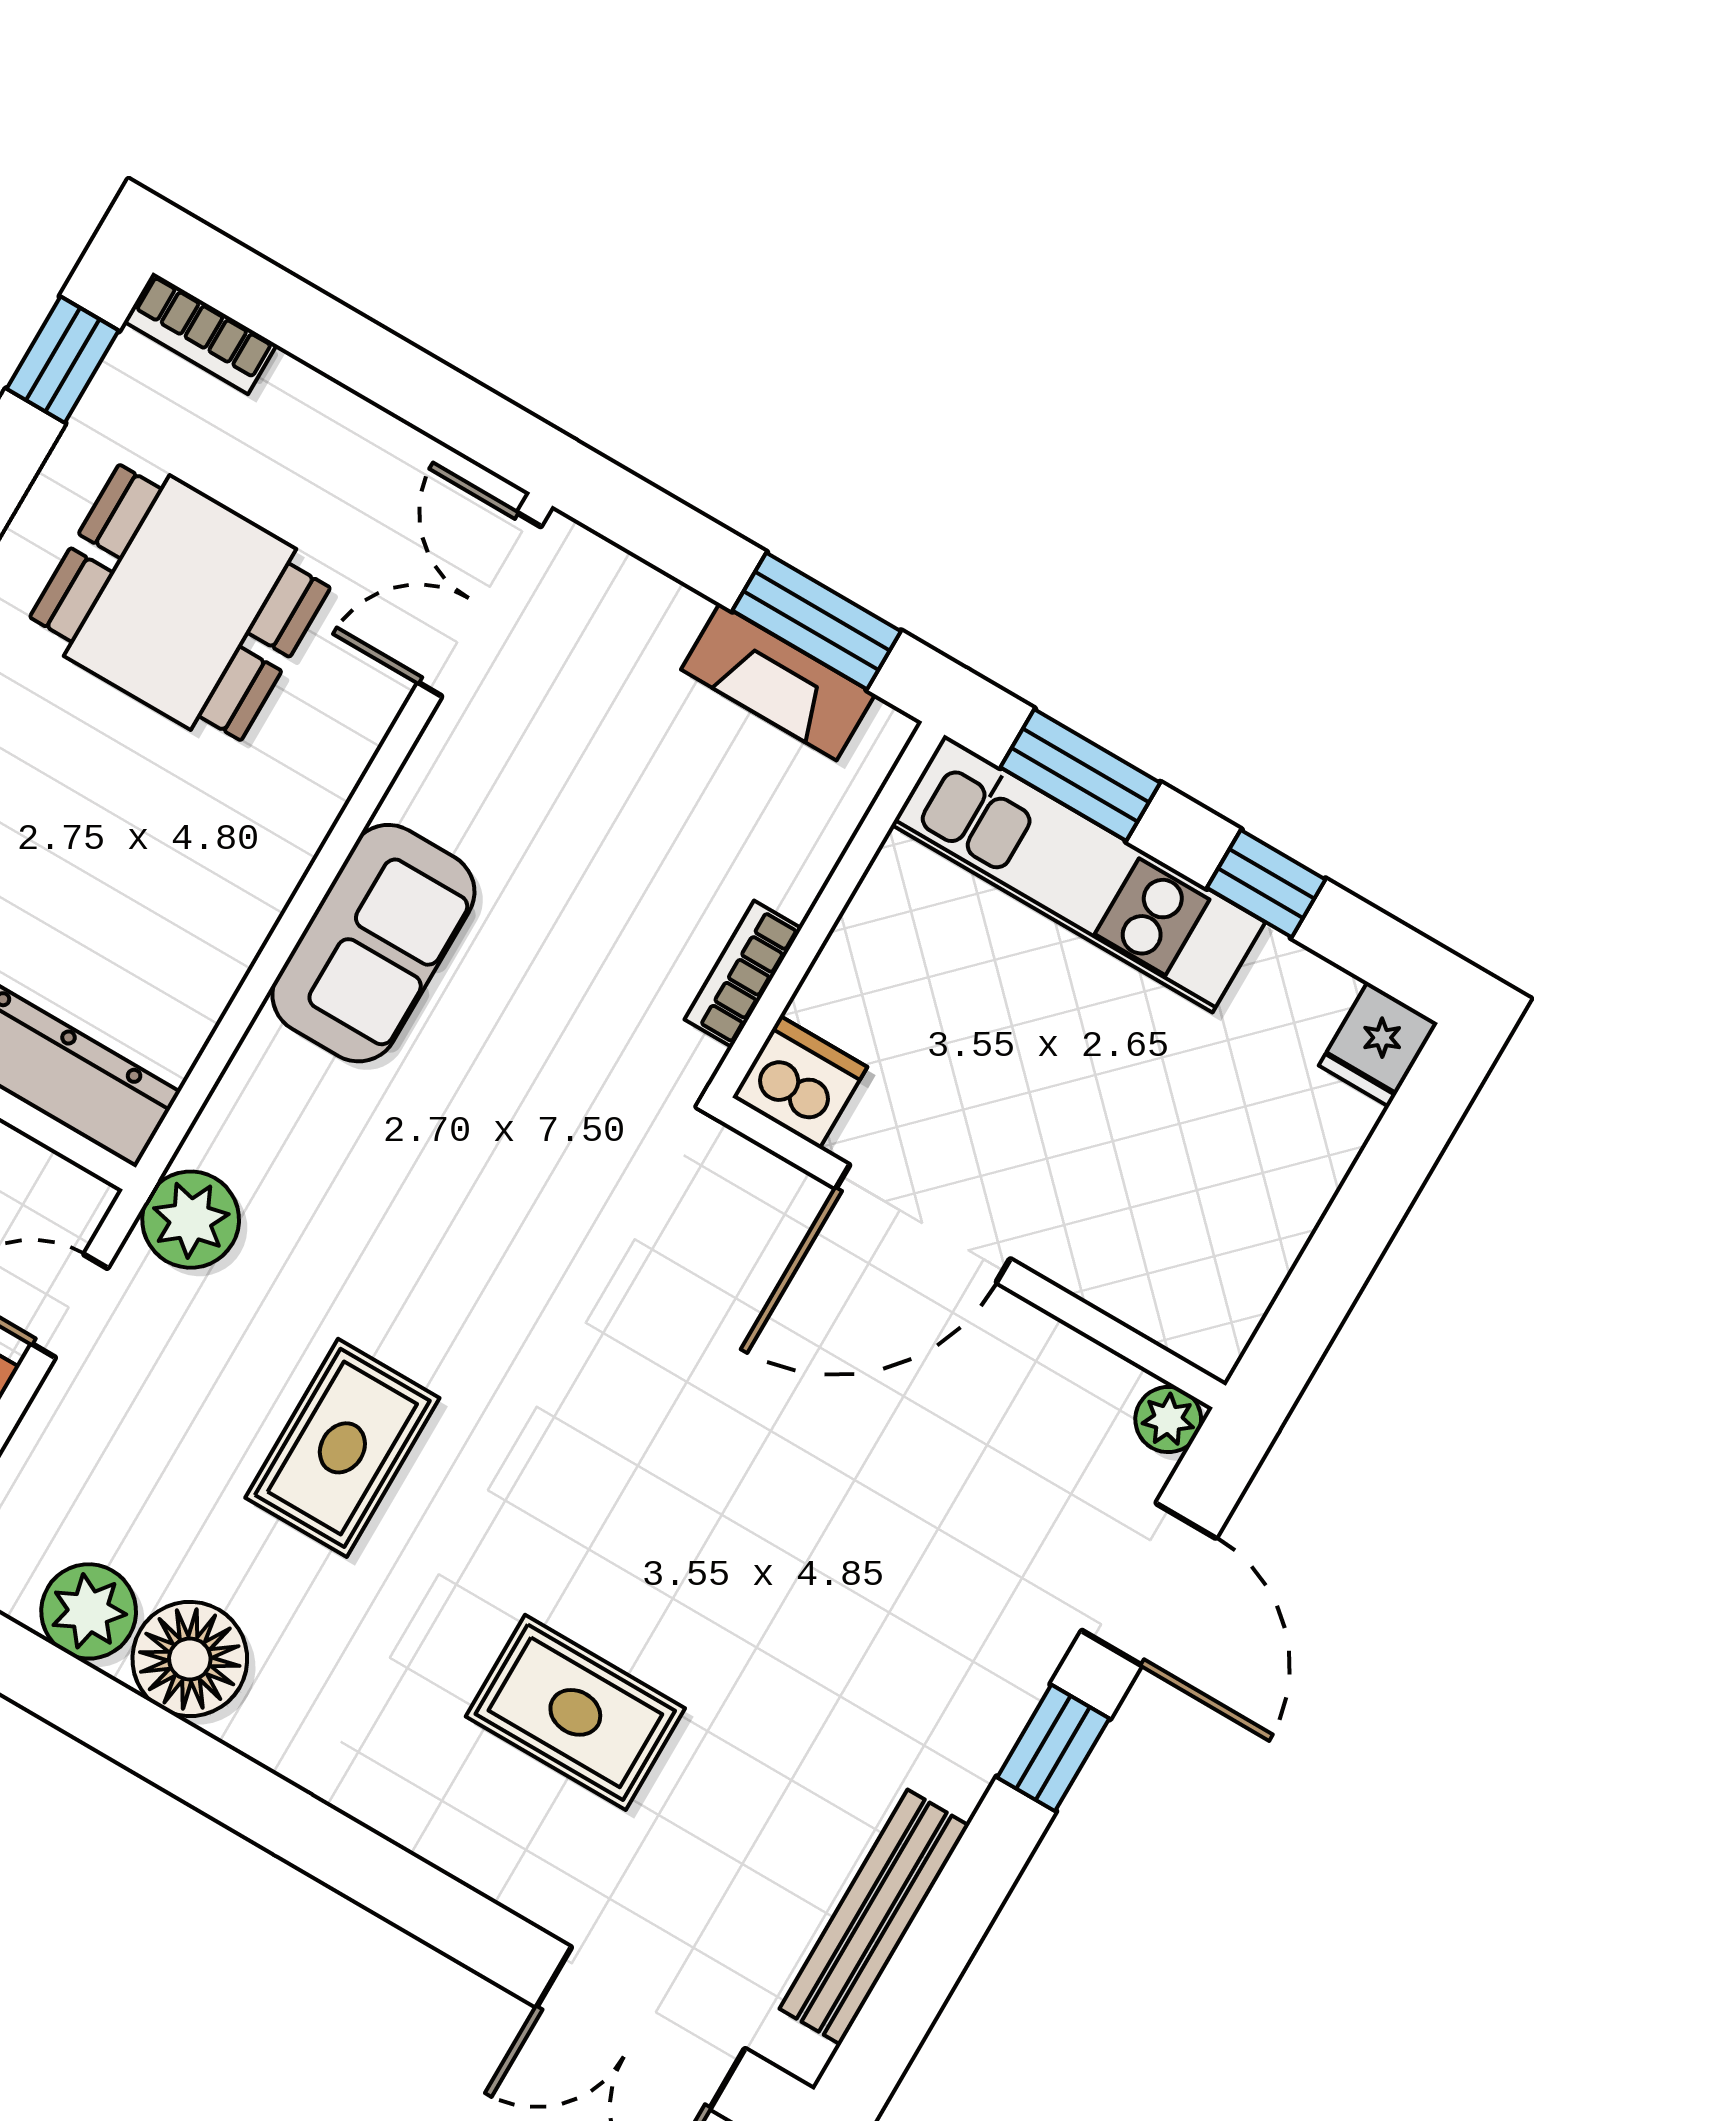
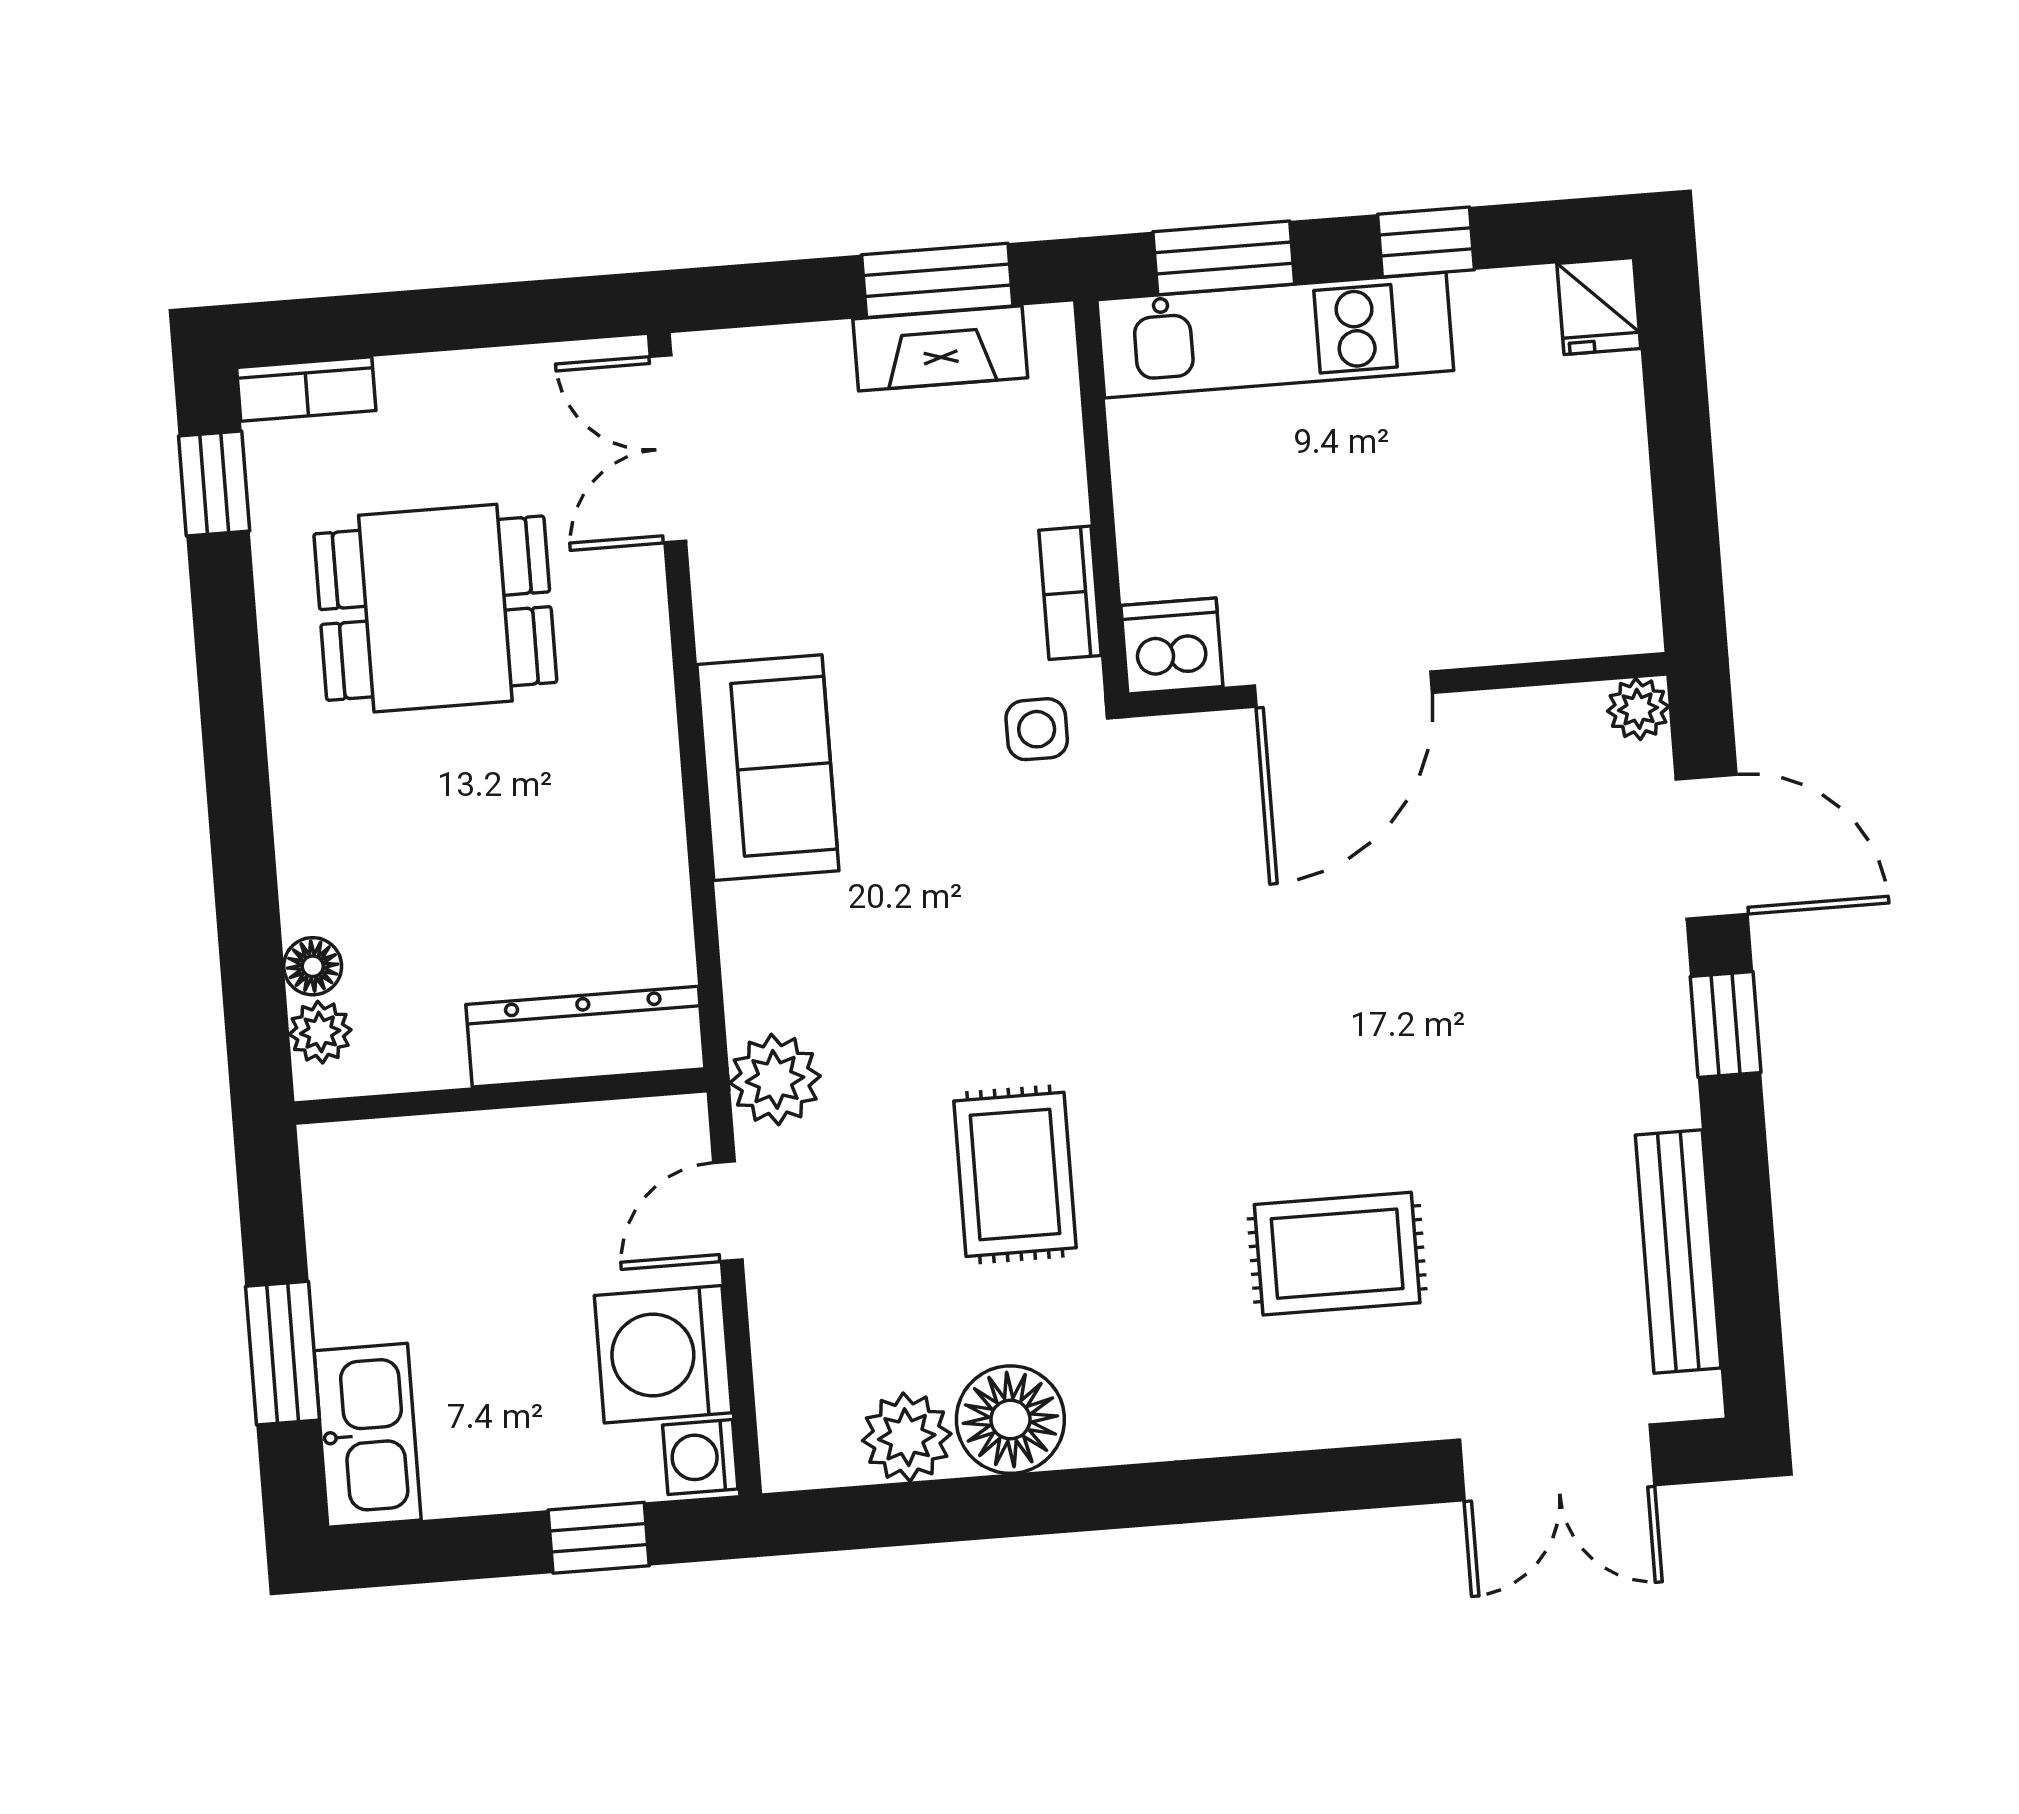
side table: (631, 1073) -> (1037, 729), added

